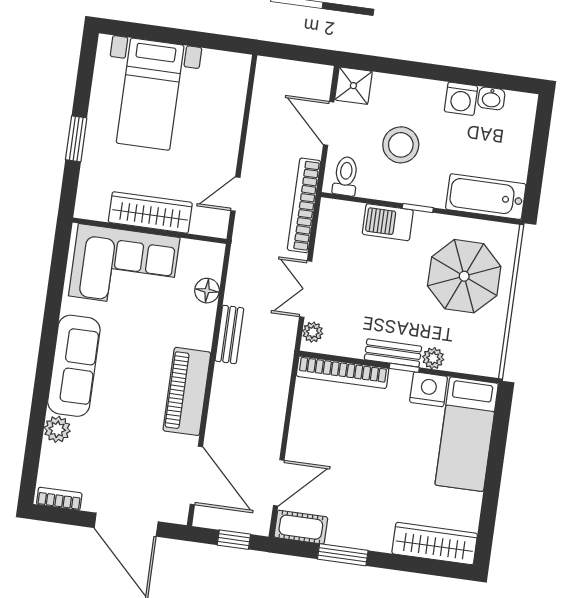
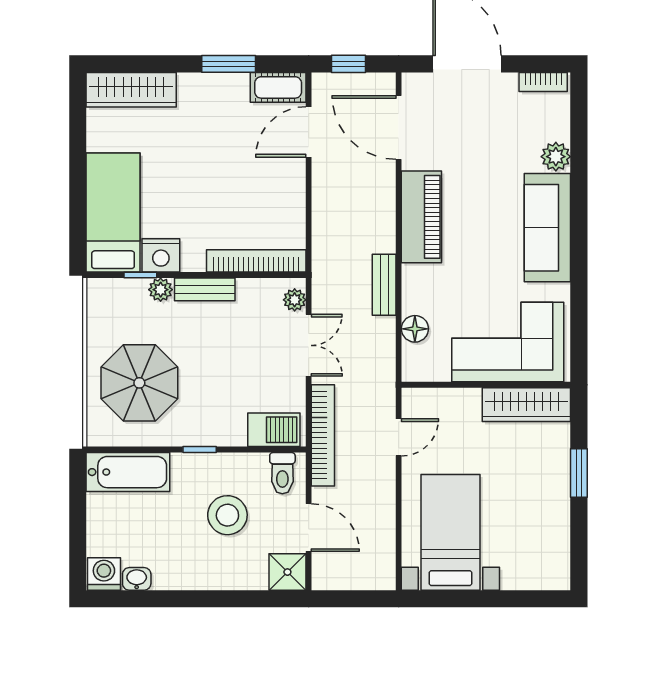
bed with nightstands: (150, 94) -> (450, 532), moved
washing machine: (461, 99) -> (104, 574), moved
wardrobe: (150, 212) -> (526, 405), moved
barbecue: (388, 222) -> (274, 430), moved
window: (404, 368) -> (140, 275), moved

